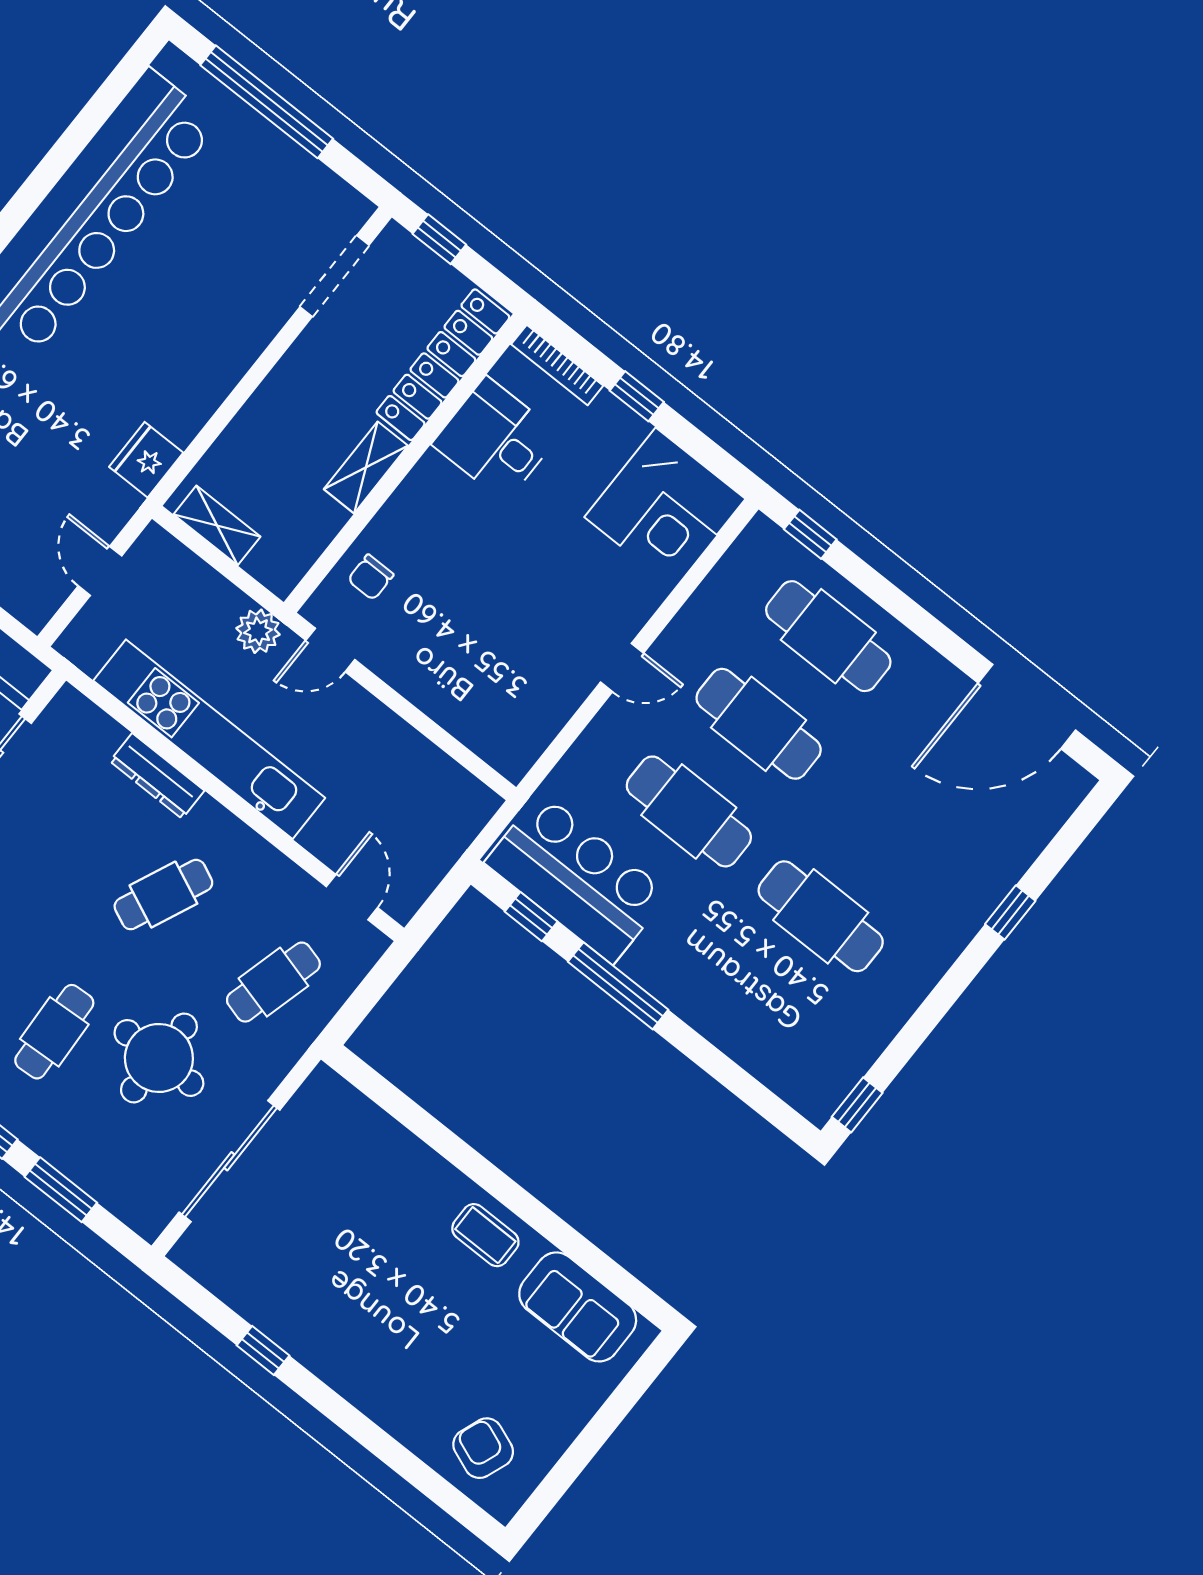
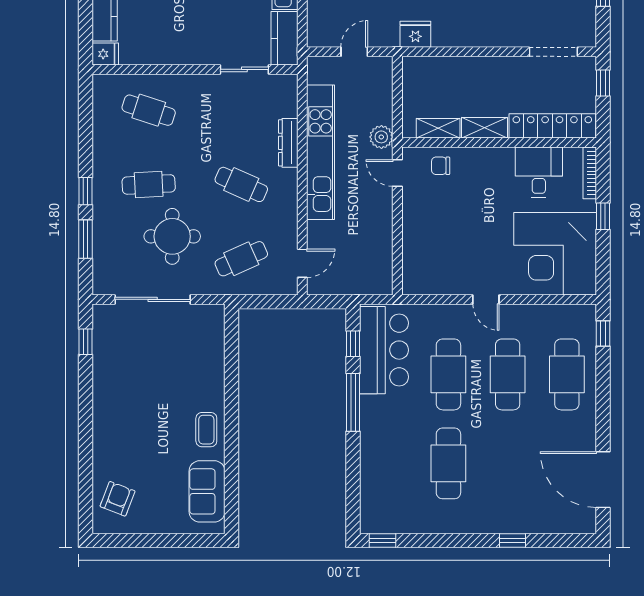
corner desk: (665, 508) -> (555, 254), width x1.36, depth x1.36
shelving: (217, 525) -> (438, 128), moved, turned 90
cafe table: (273, 982) -> (241, 259), turned -39
window: (263, 1351) -> (85, 342), moved

